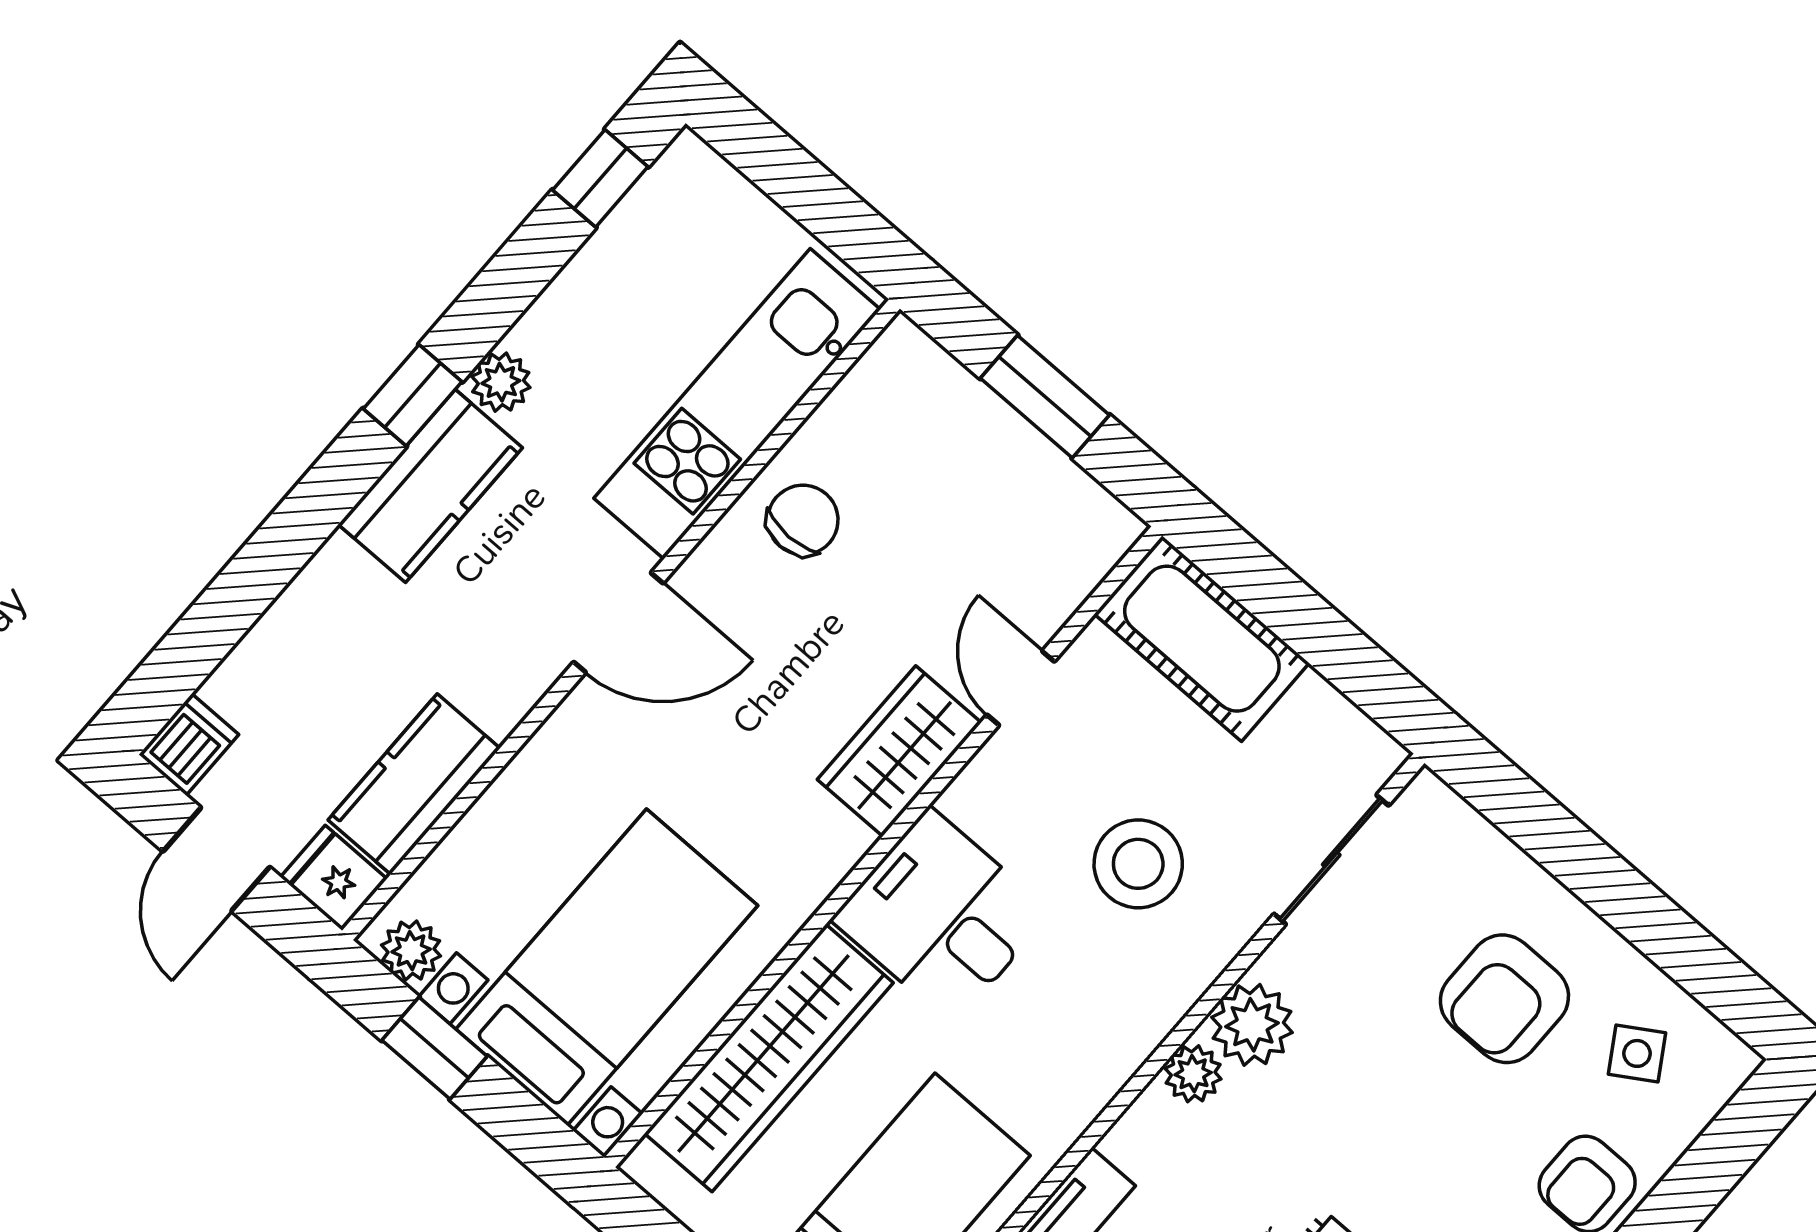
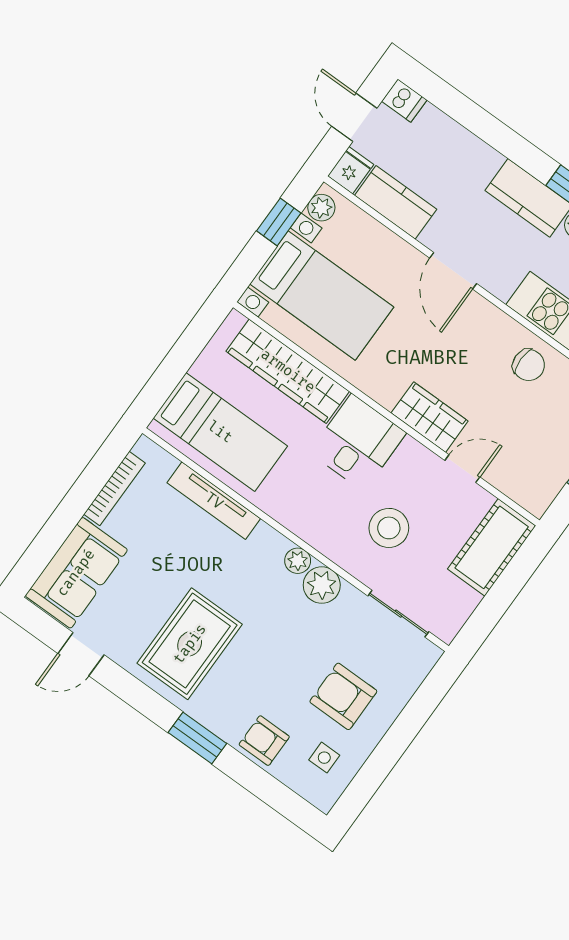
door: (618, 623) -> (453, 271), moved
door: (216, 859) -> (354, 117), hinge flipped
side table: (1637, 1053) -> (324, 758), turned 32

